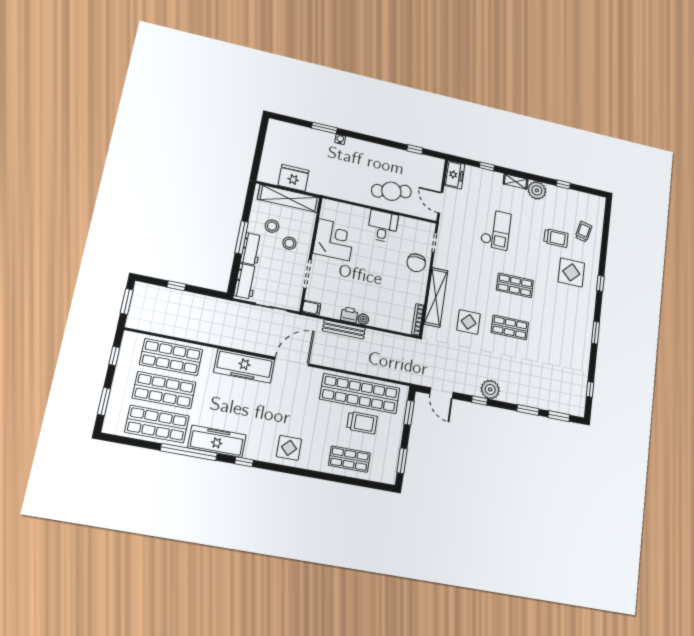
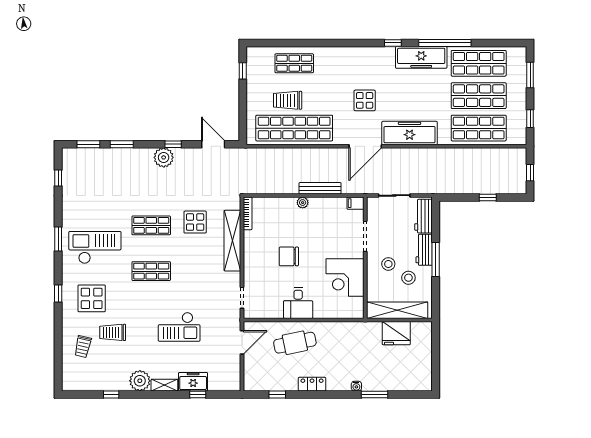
locker: (381, 151) -> (312, 384), added
freezer: (454, 175) -> (193, 382), moved, turned 90
door: (440, 203) -> (242, 342), hinge flipped
checkout: (496, 229) -> (179, 327), turned -90
chair: (416, 263) -> (289, 256), moved, turned -90
window: (127, 301) -> (530, 173), width x0.67
printer: (349, 315) -> (317, 204), removed
checkout: (563, 318) -> (95, 247), added
window: (409, 413) -> (243, 119), removed
display table: (289, 448) -> (365, 100), moved
window: (402, 461) -> (243, 71), width x0.67

